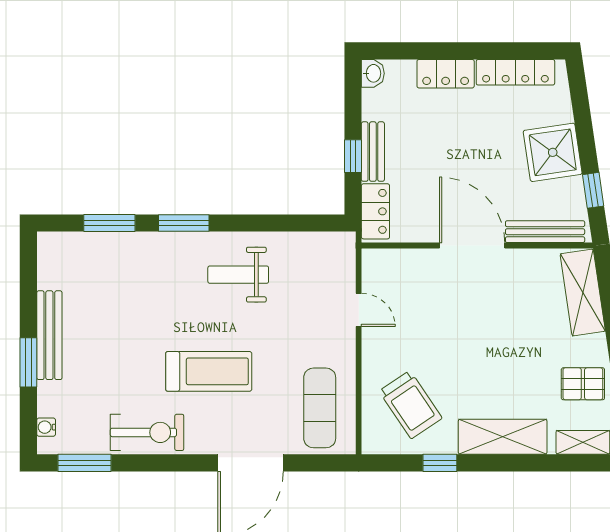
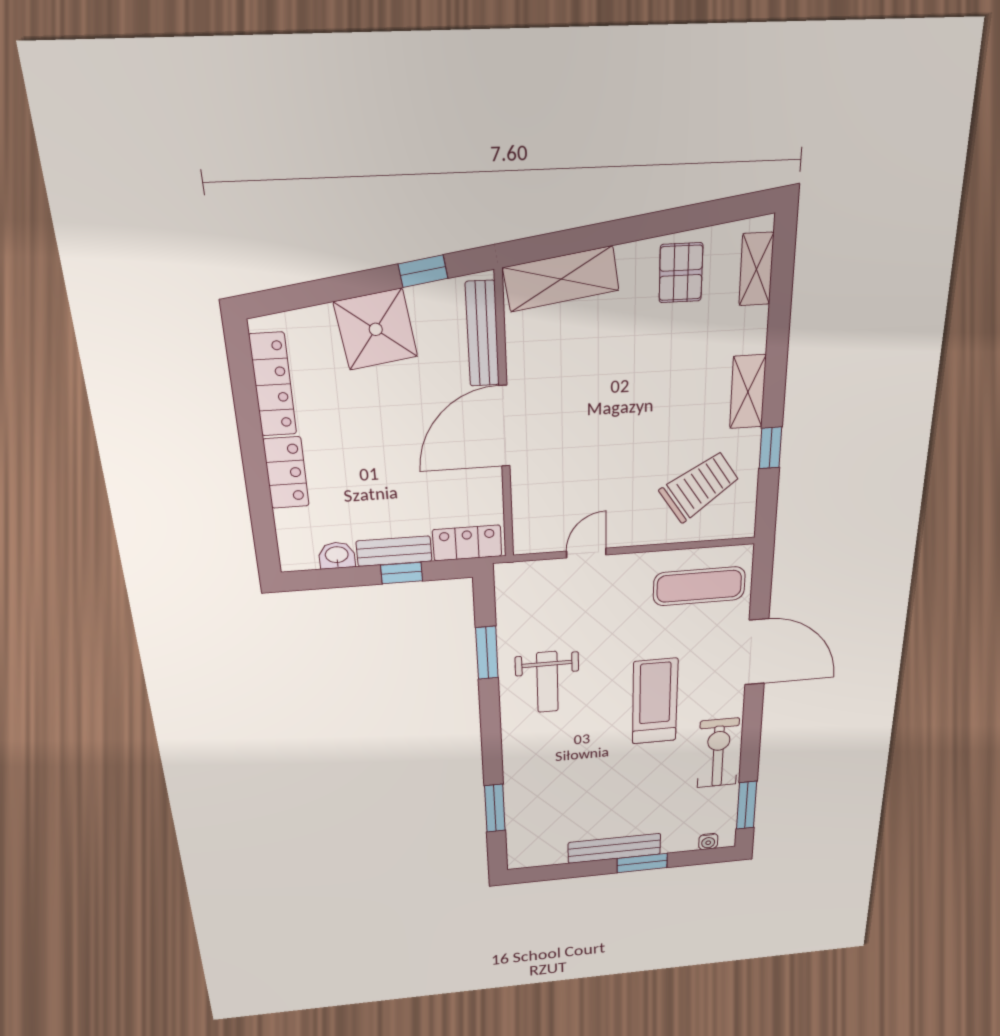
washbasin: (373, 73) -> (337, 555), moved
window: (184, 223) -> (487, 653), moved
shelving: (503, 437) -> (748, 392), width x0.67, depth x0.75

